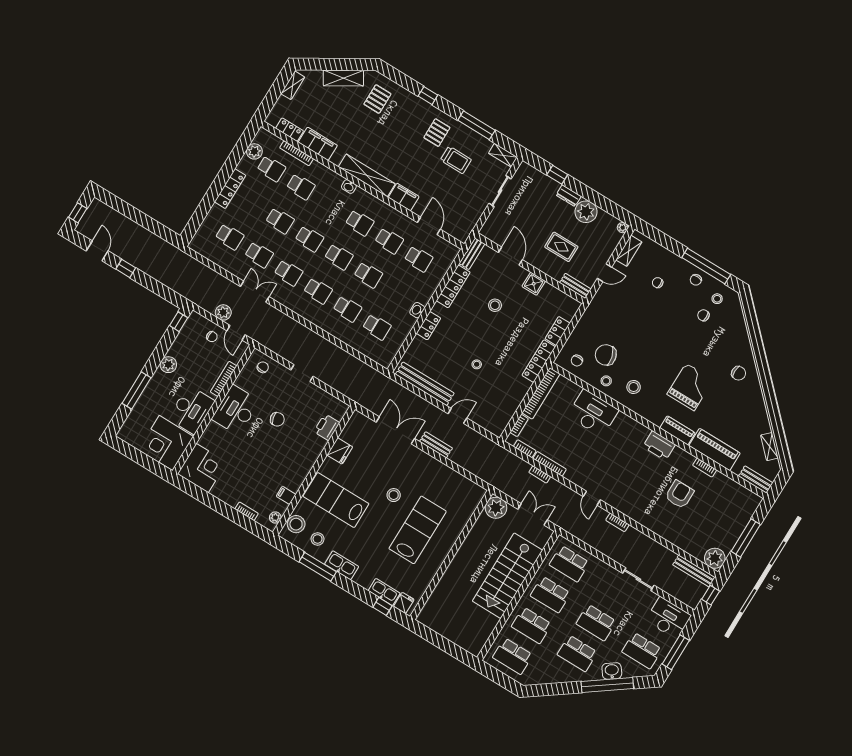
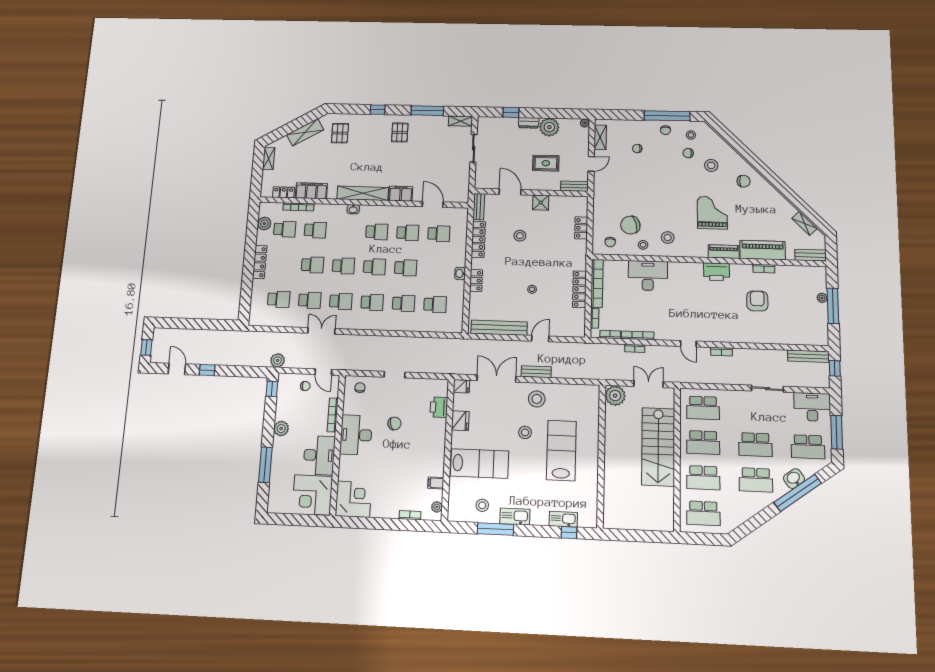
trolley: (456, 160) -> (426, 144), removed
plant: (223, 312) -> (278, 360), moved
stool: (718, 340) -> (711, 165), added
locker: (539, 361) -> (579, 289), moved
lab bench: (336, 500) -> (480, 463), turned 180
stool: (296, 524) -> (537, 399), moved
plant: (715, 558) -> (822, 298), moved, width x0.53, depth x0.53
fridge: (404, 603) -> (461, 386), moved, turned 90

